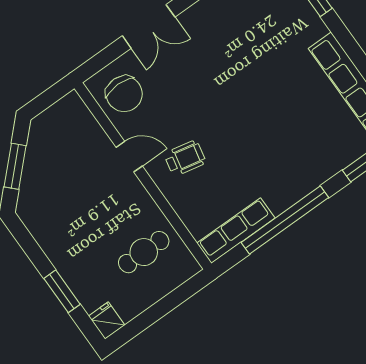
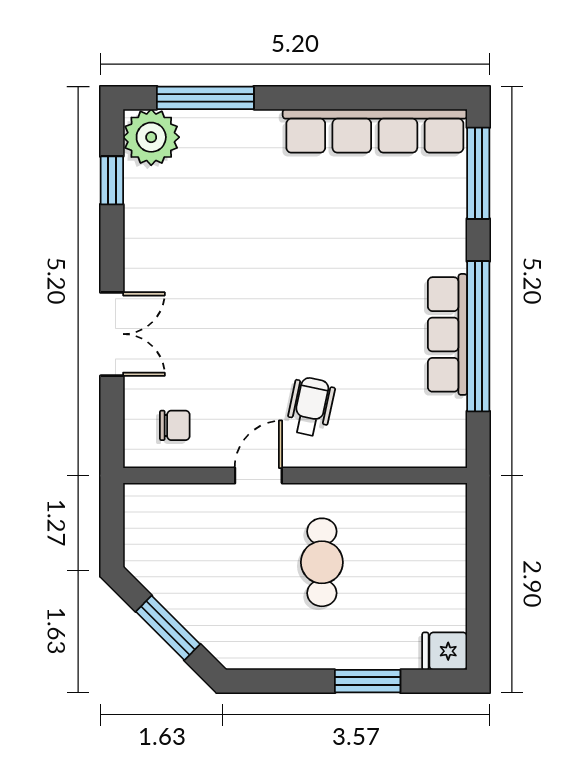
chair: (124, 94) -> (175, 425), width x0.54, depth x0.54
row of seats: (236, 231) -> (447, 334), moved
cafe table: (144, 252) -> (322, 562), moved

